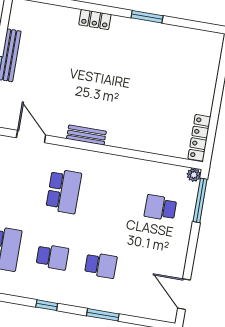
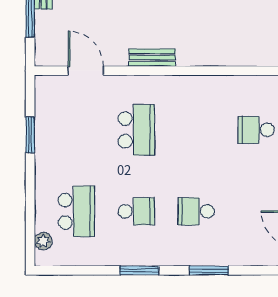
school desk: (101, 265) -> (196, 211), turned 180
window: (47, 305) -> (139, 270), width x1.50

